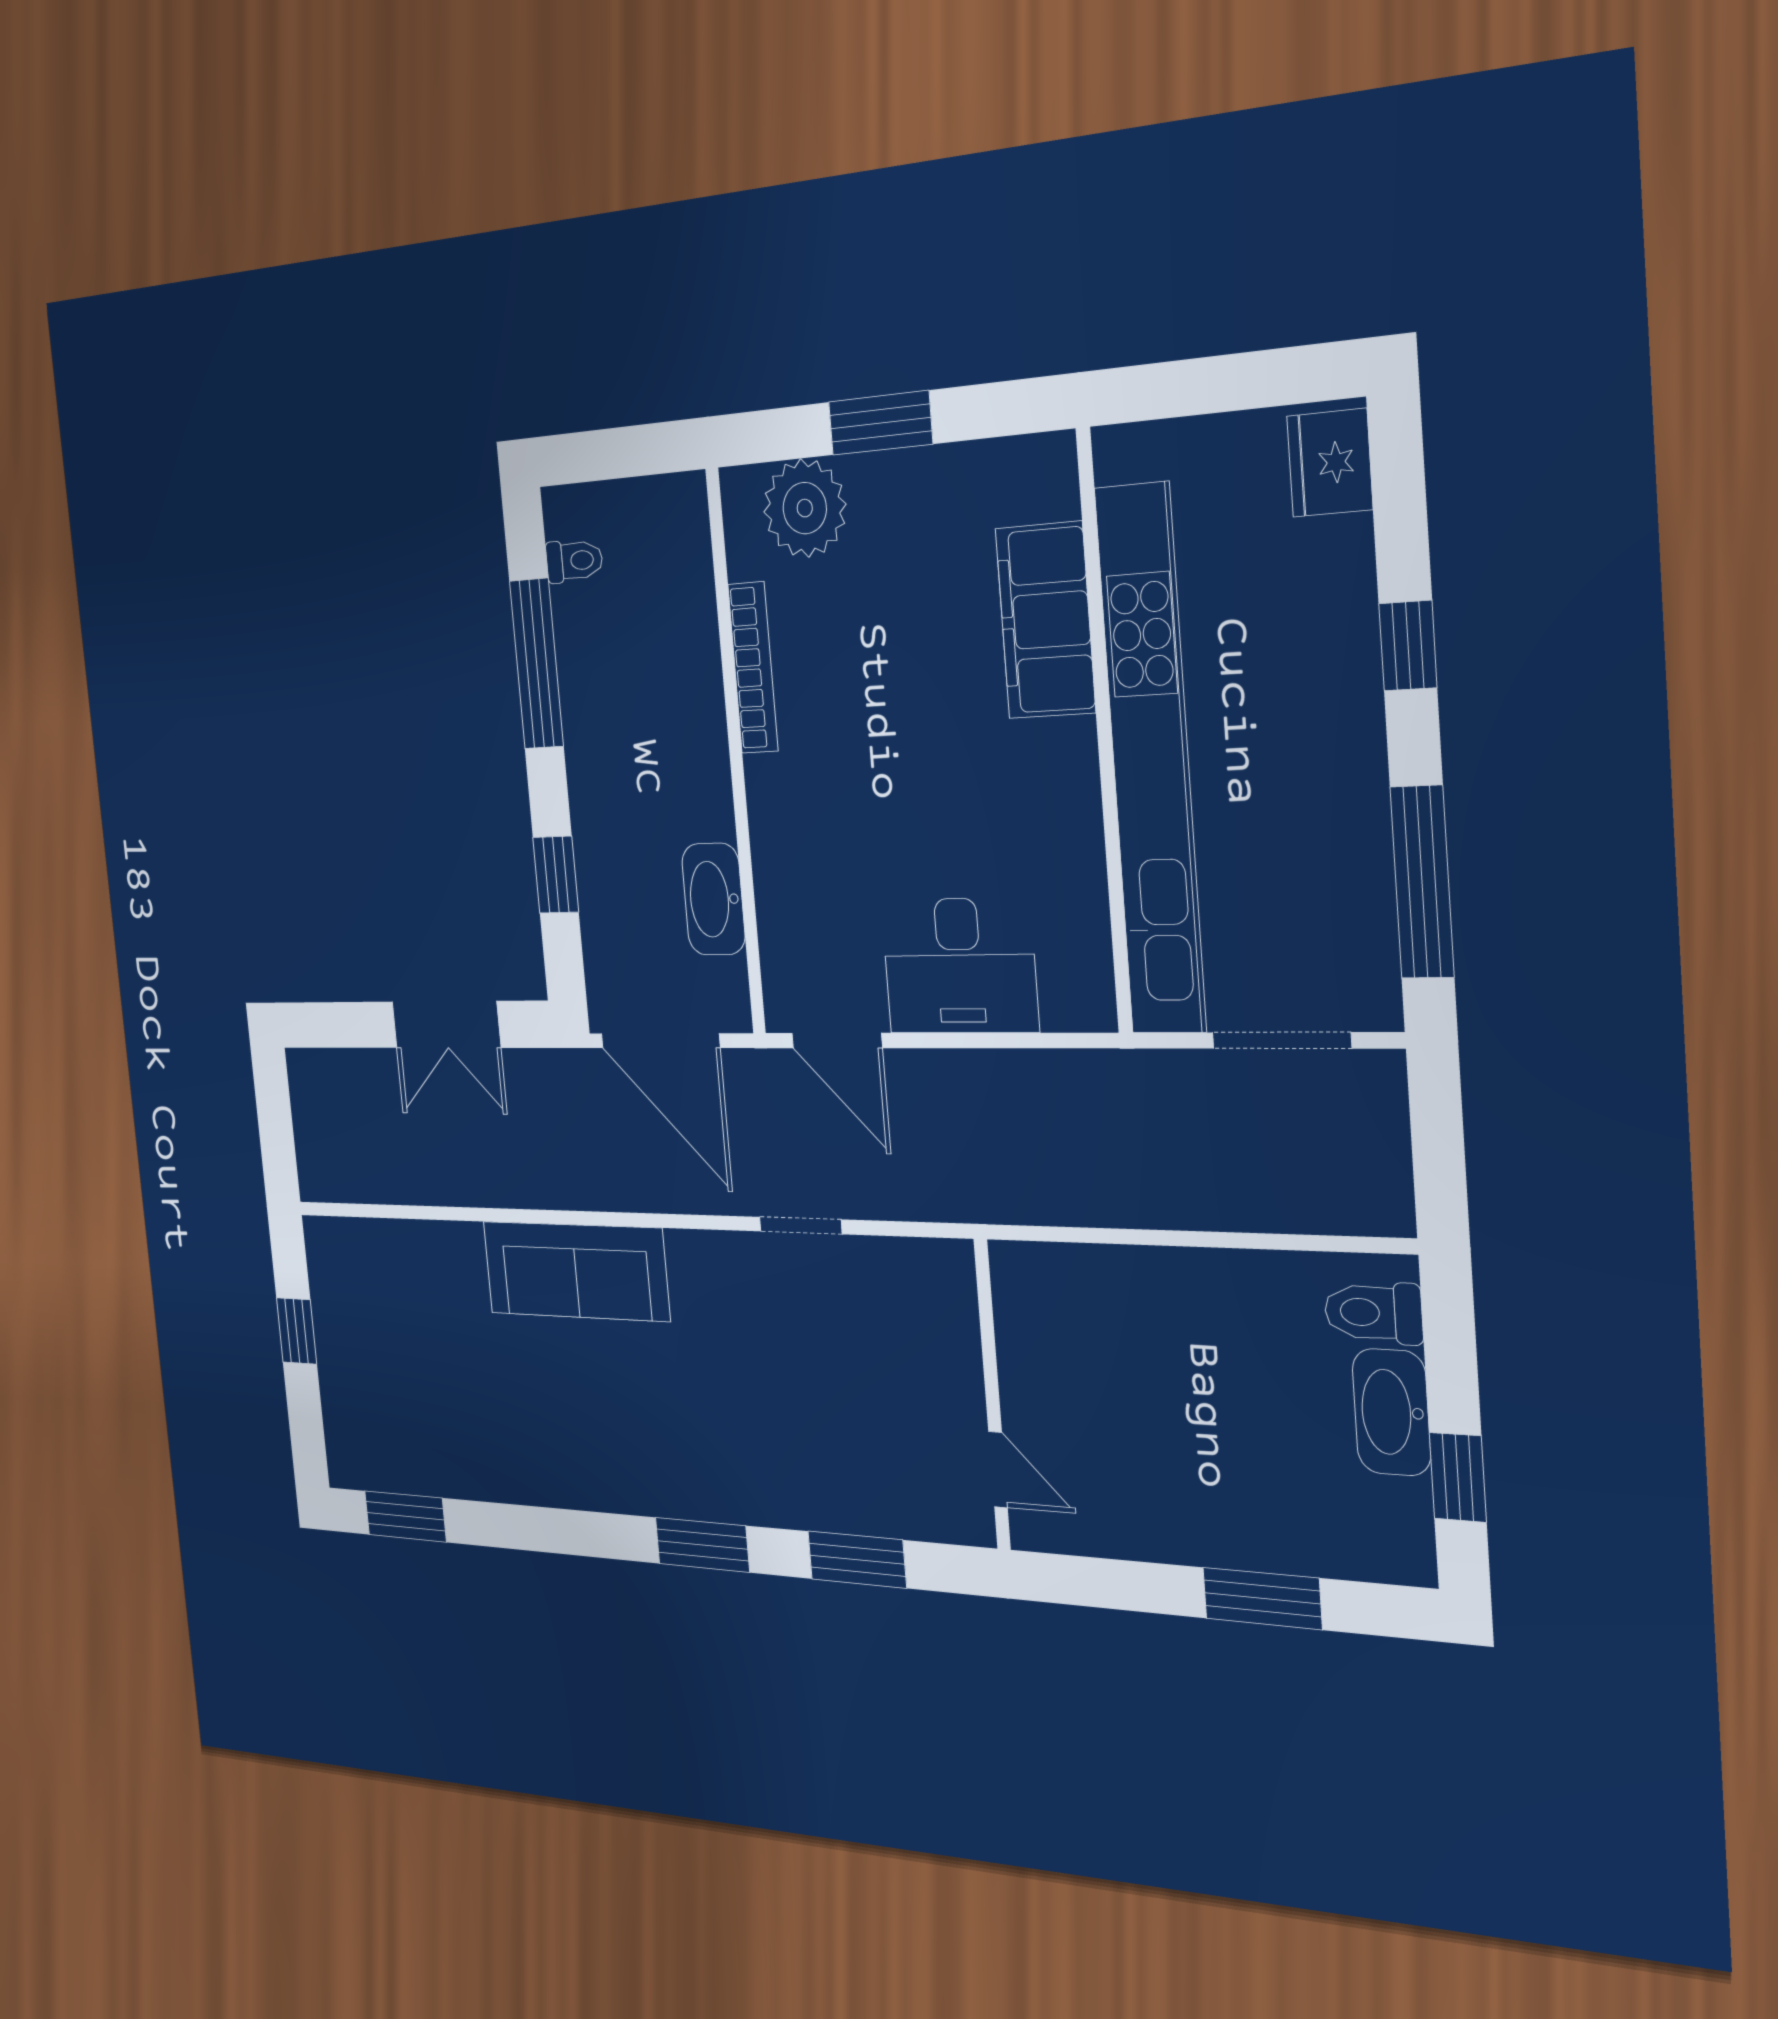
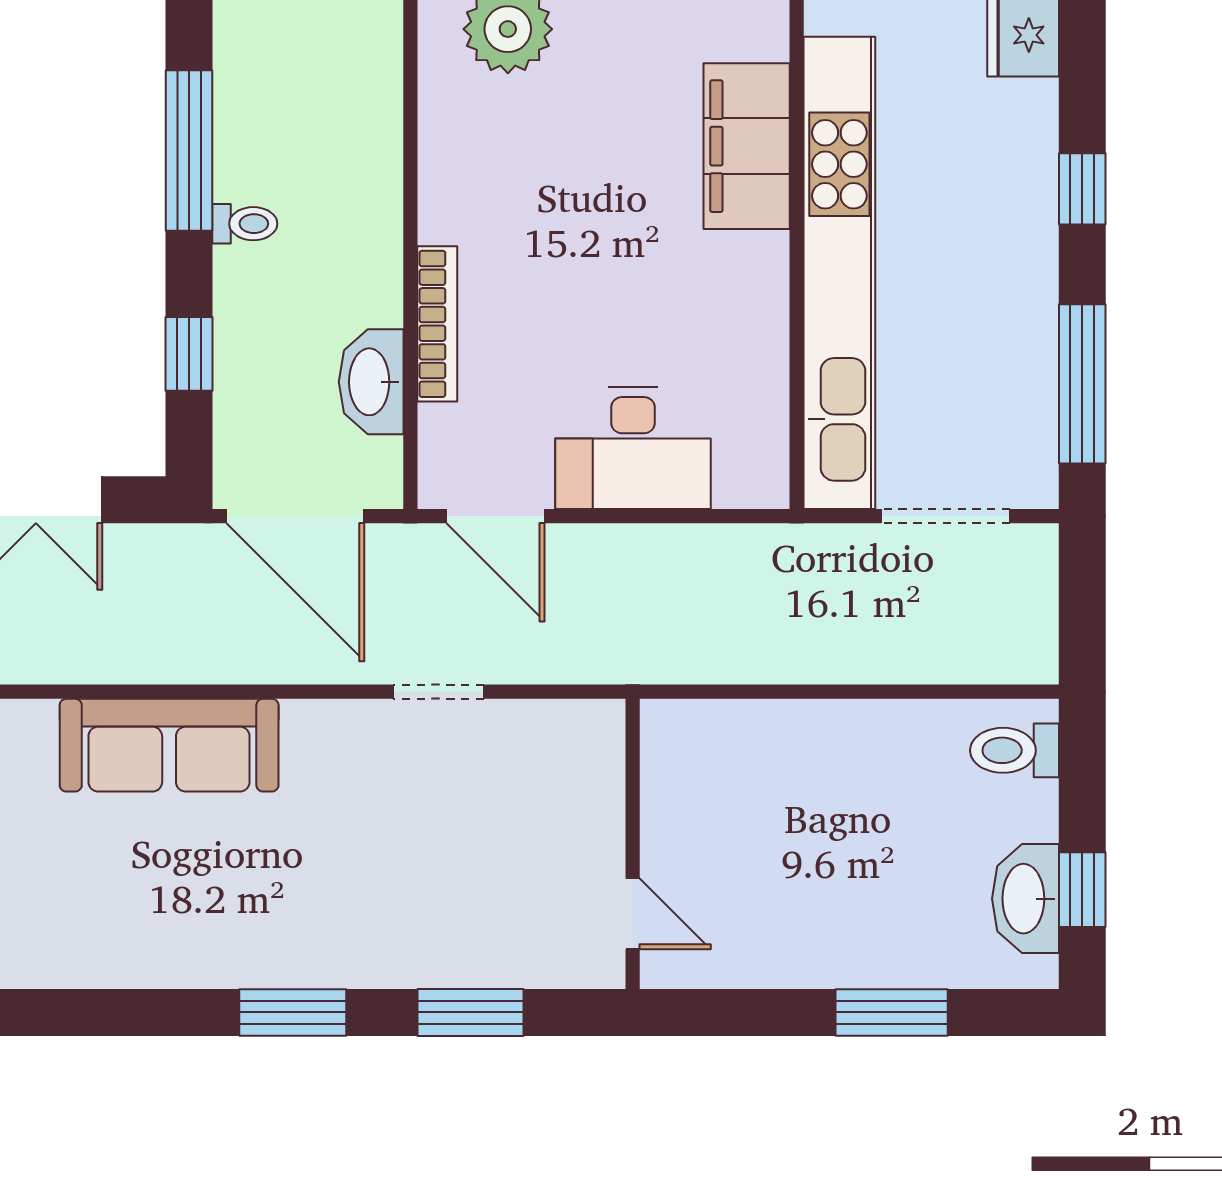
toilet: (574, 561) -> (245, 224), moved
bookcase: (753, 668) -> (437, 324), moved
washbasin: (1391, 1412) -> (1025, 899), moved

